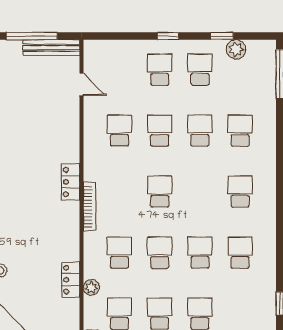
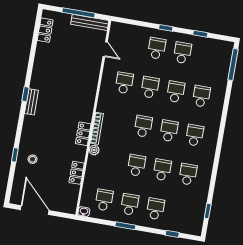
plant: (236, 49) -> (208, 44), removed
locker: (71, 182) -> (83, 134), moved
school desk: (119, 253) -> (169, 131), moved
plant: (91, 287) -> (94, 150), moved

